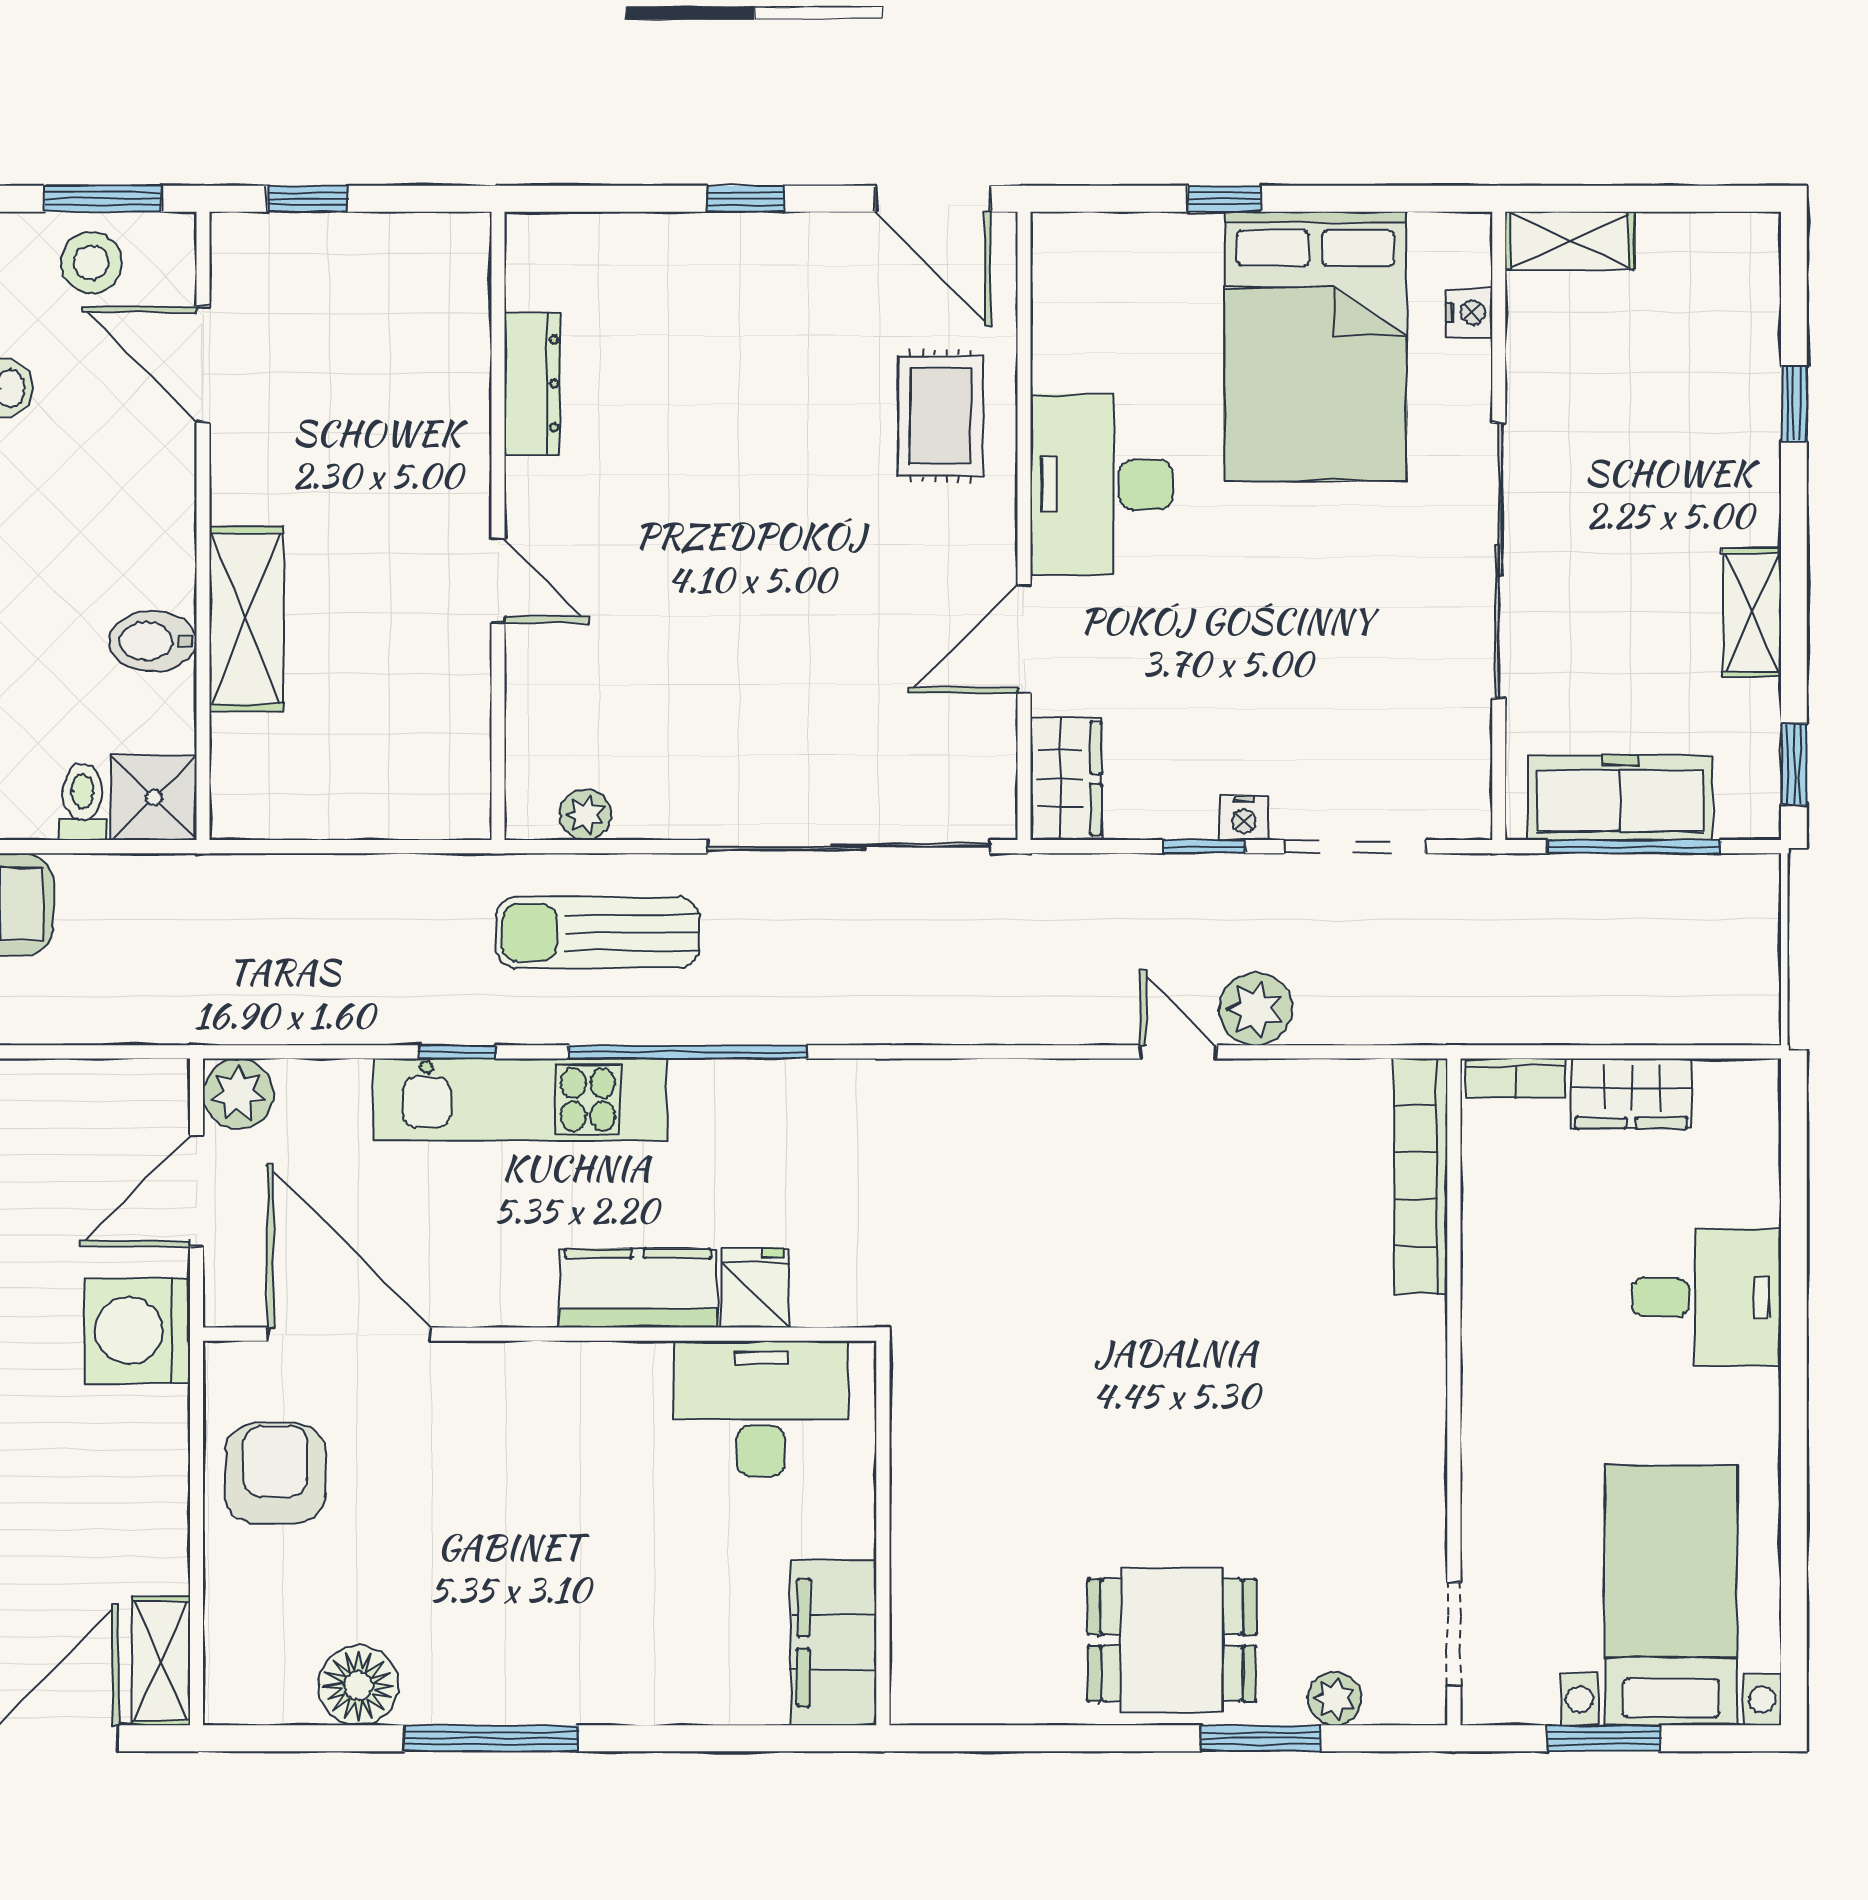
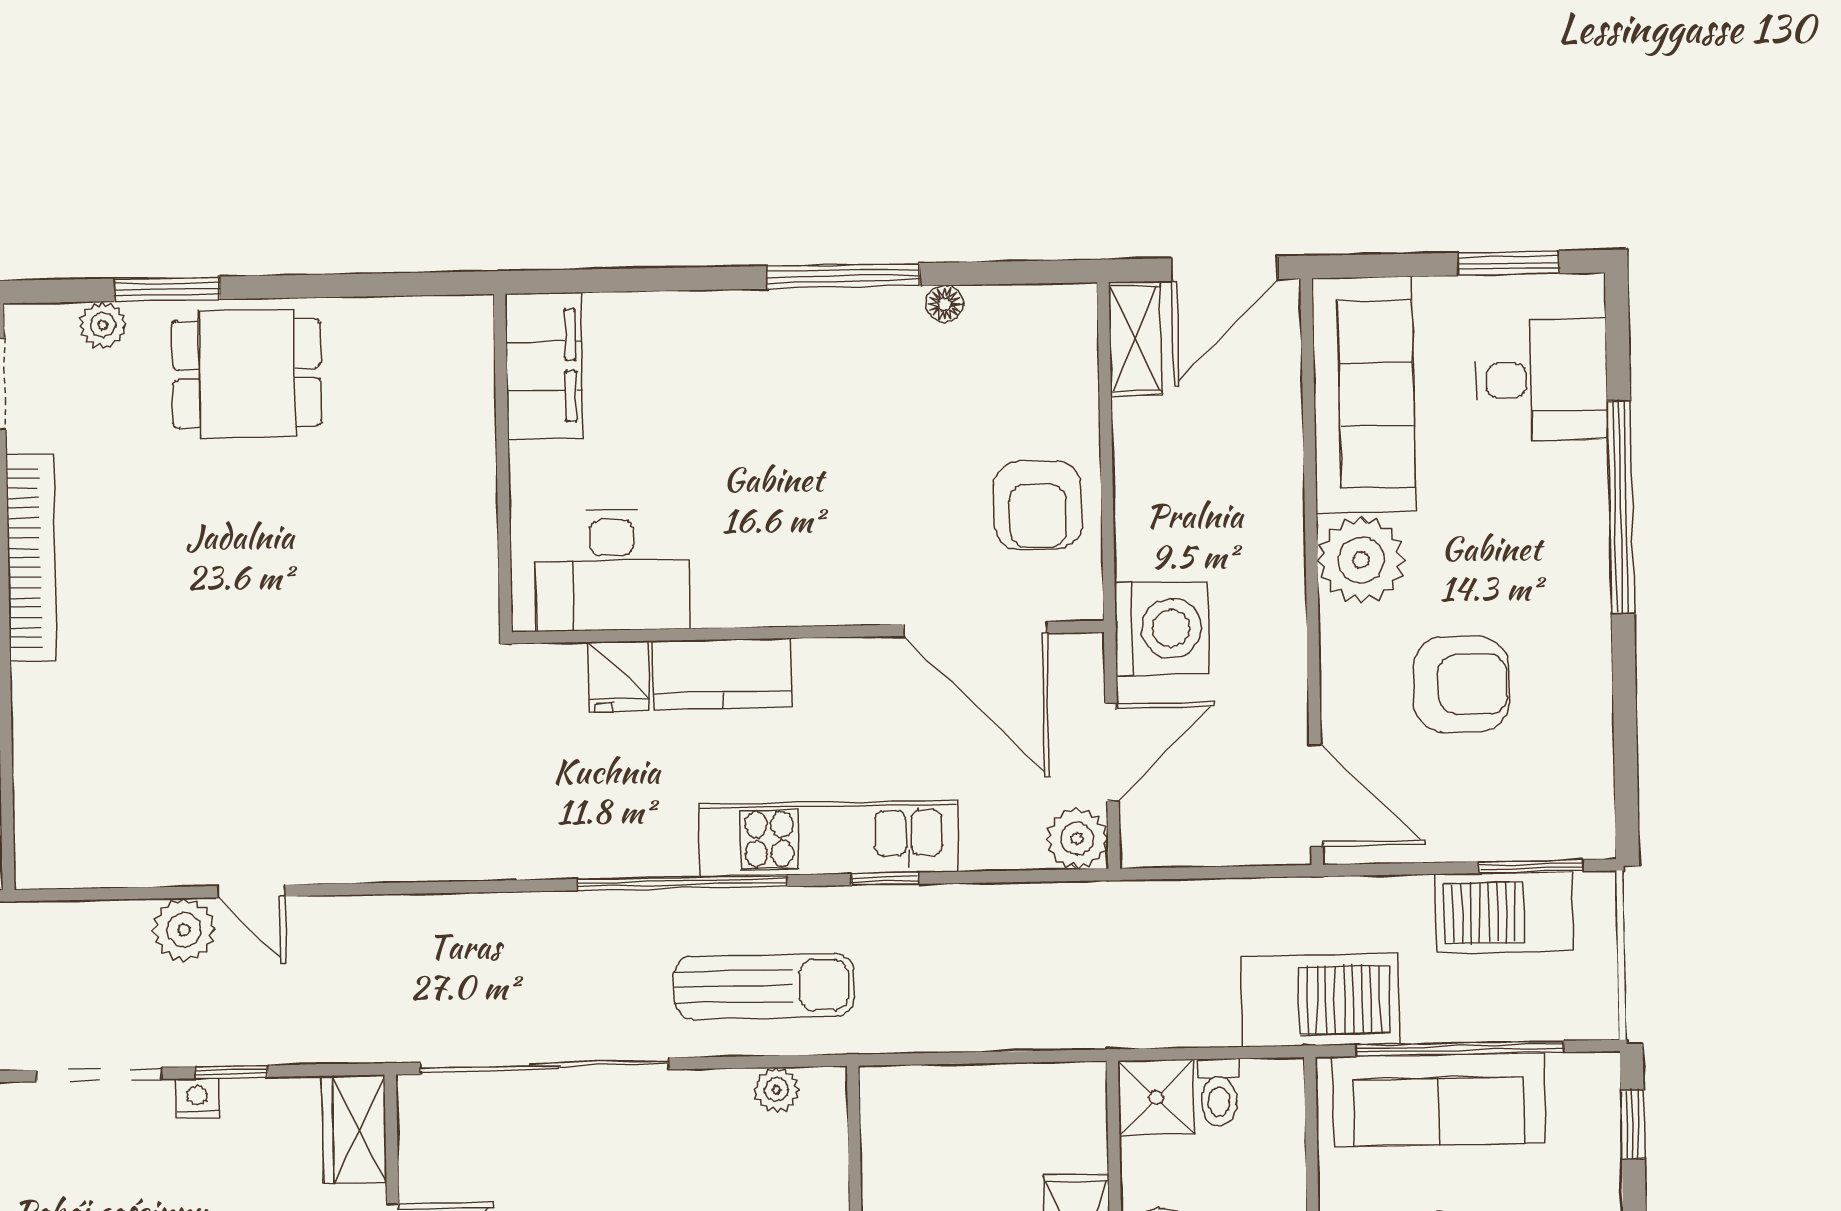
bookcase: (1421, 1176) -> (31, 557), moved
floor lamp: (358, 1686) -> (945, 304), width x0.53, depth x0.53

